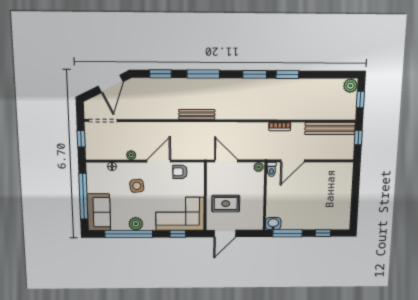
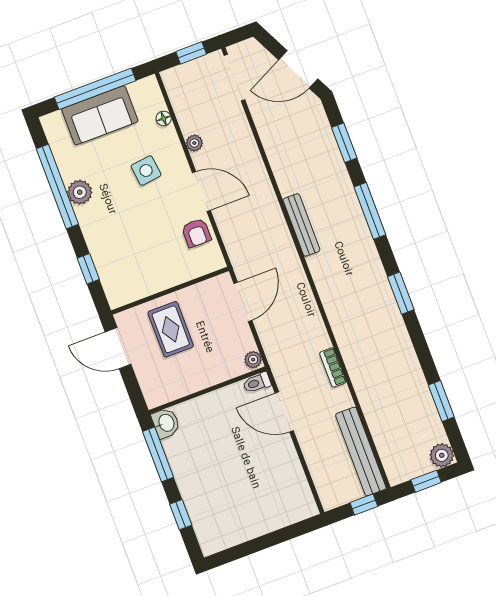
window: (287, 74) -> (441, 401), moved
armchair: (180, 172) -> (196, 233), turned 180
sofa: (99, 212) -> (100, 115), moved
corner sofa: (180, 214) -> (125, 260), removed

